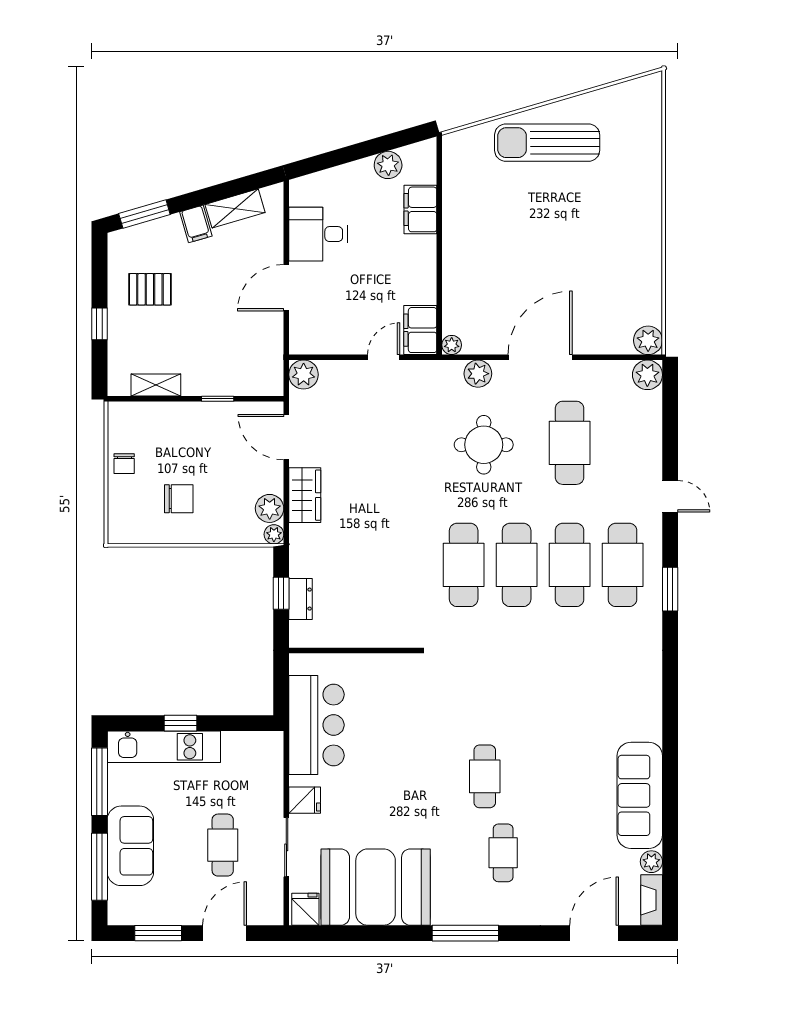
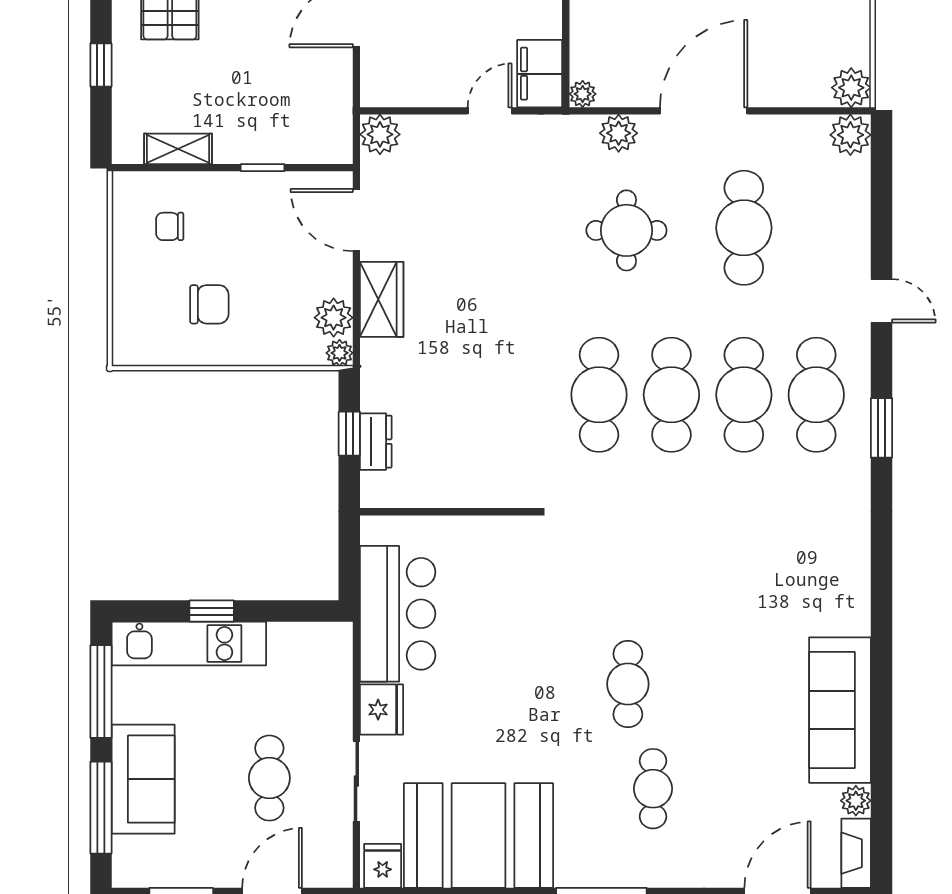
chair: (124, 464) -> (170, 226), moved, turned 90
fridge: (305, 800) -> (382, 710), width x1.38

